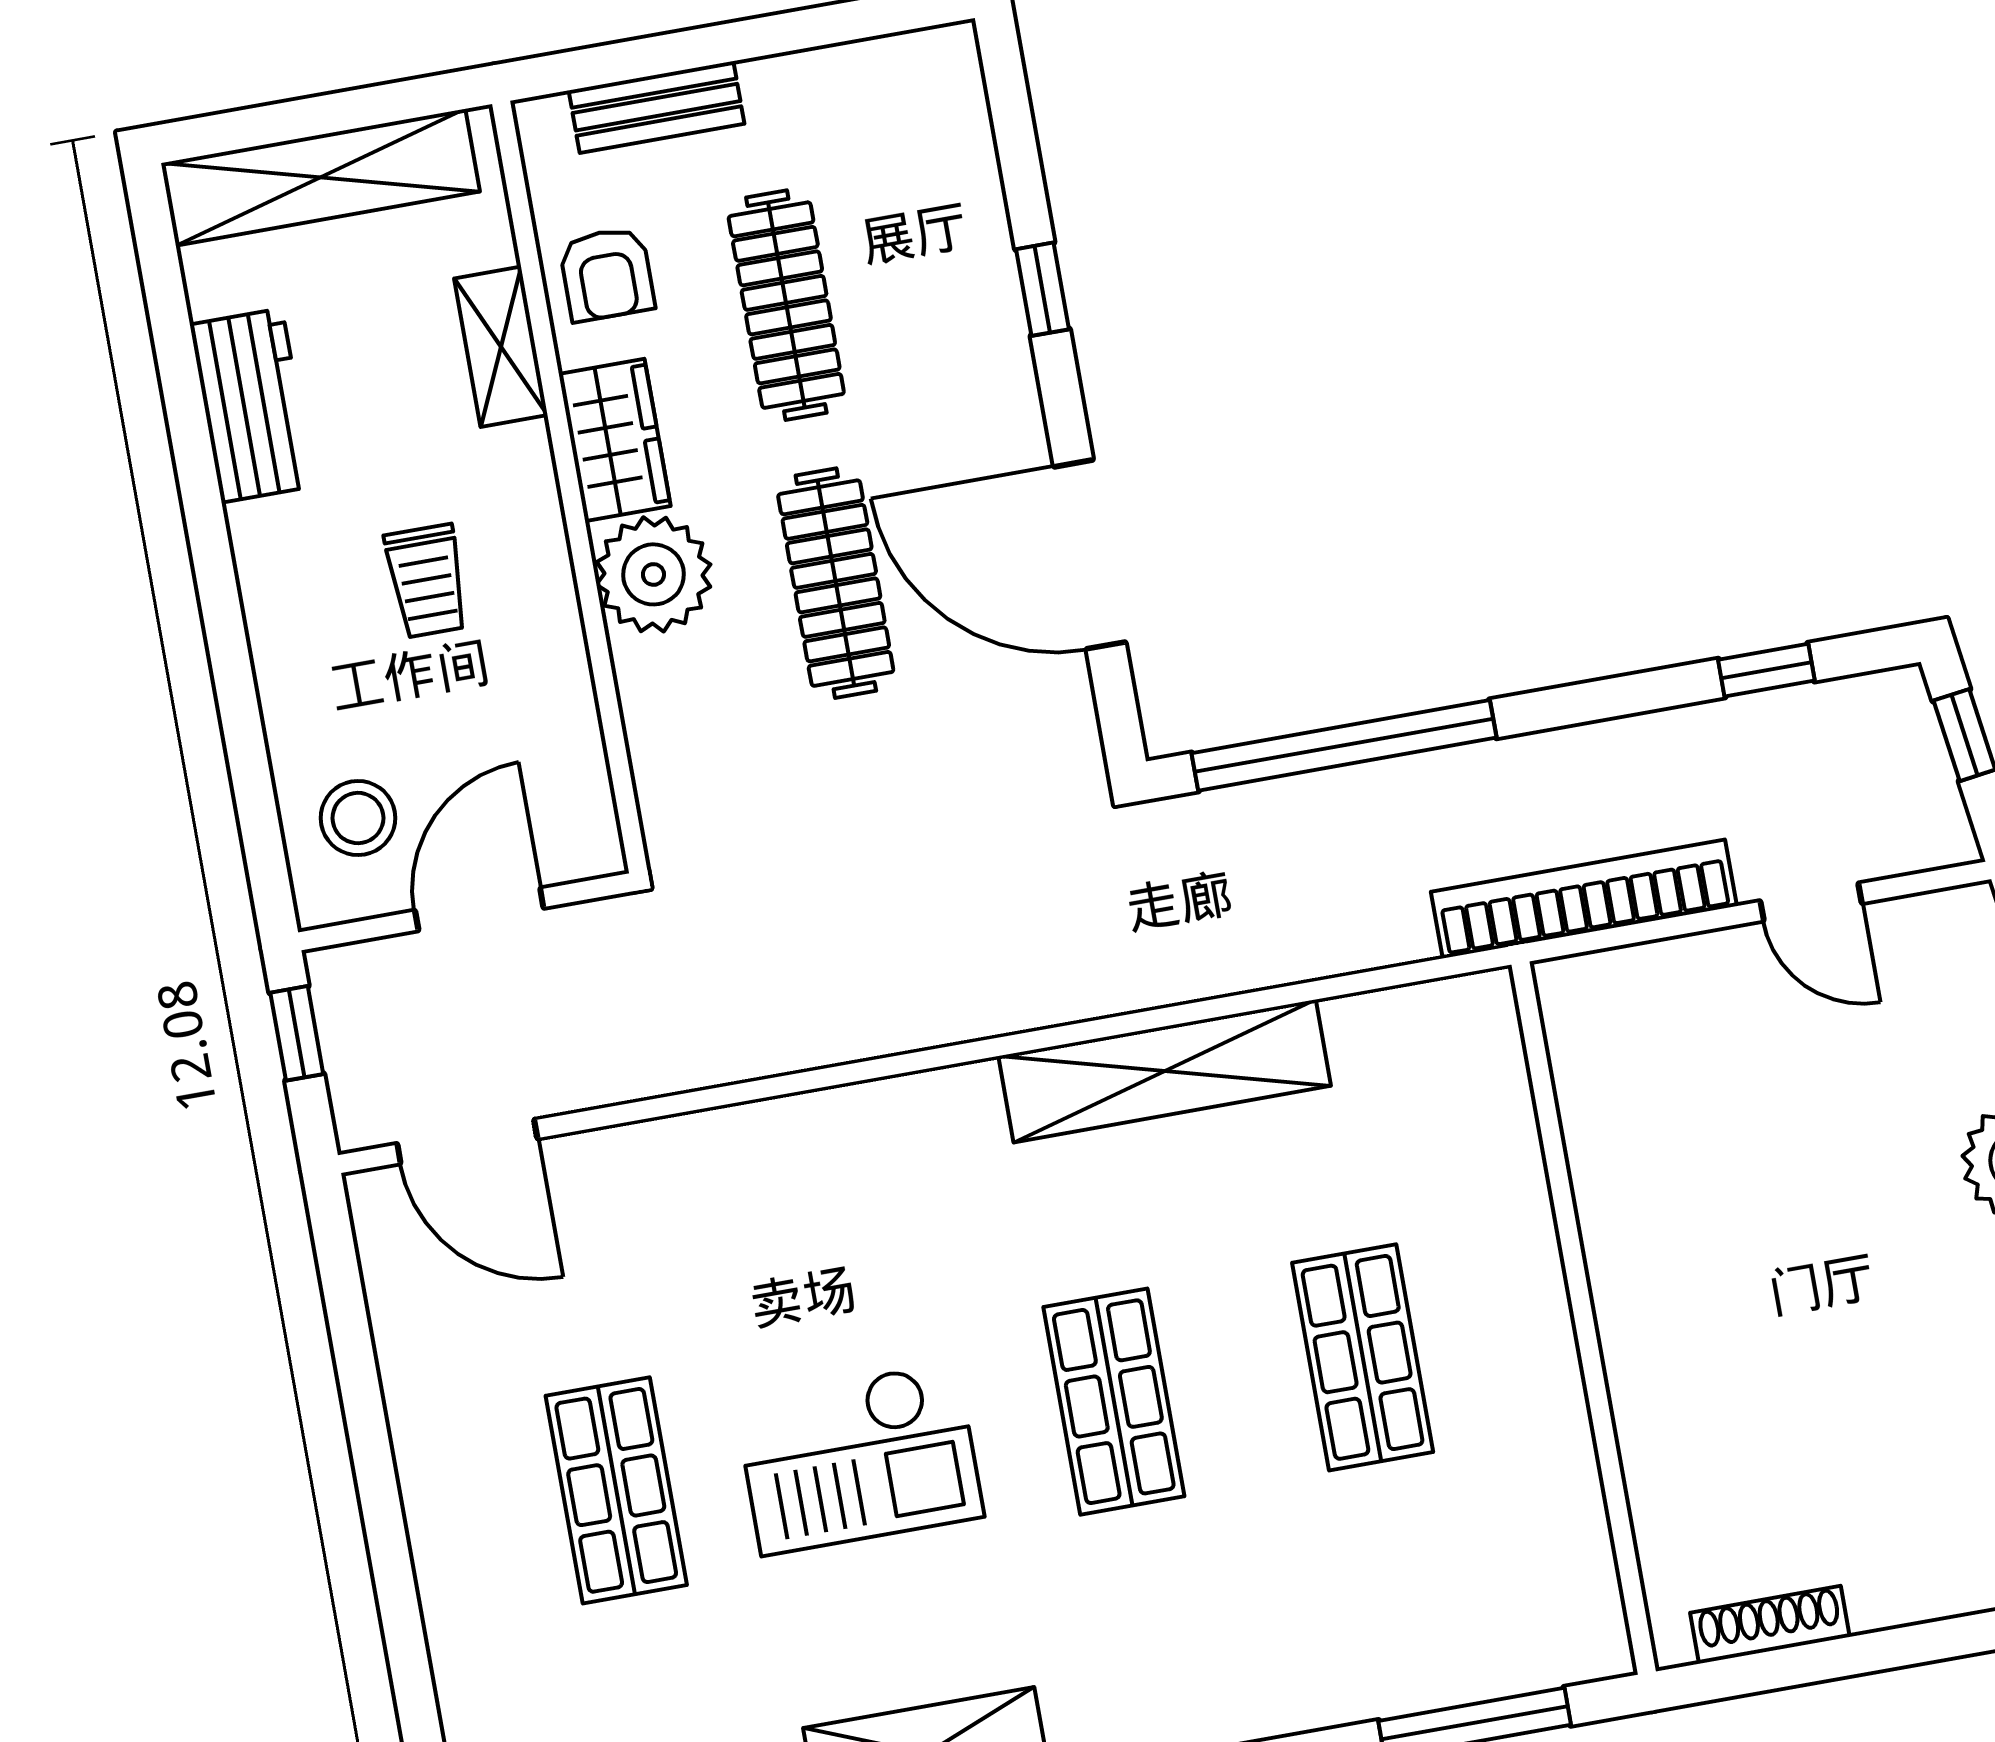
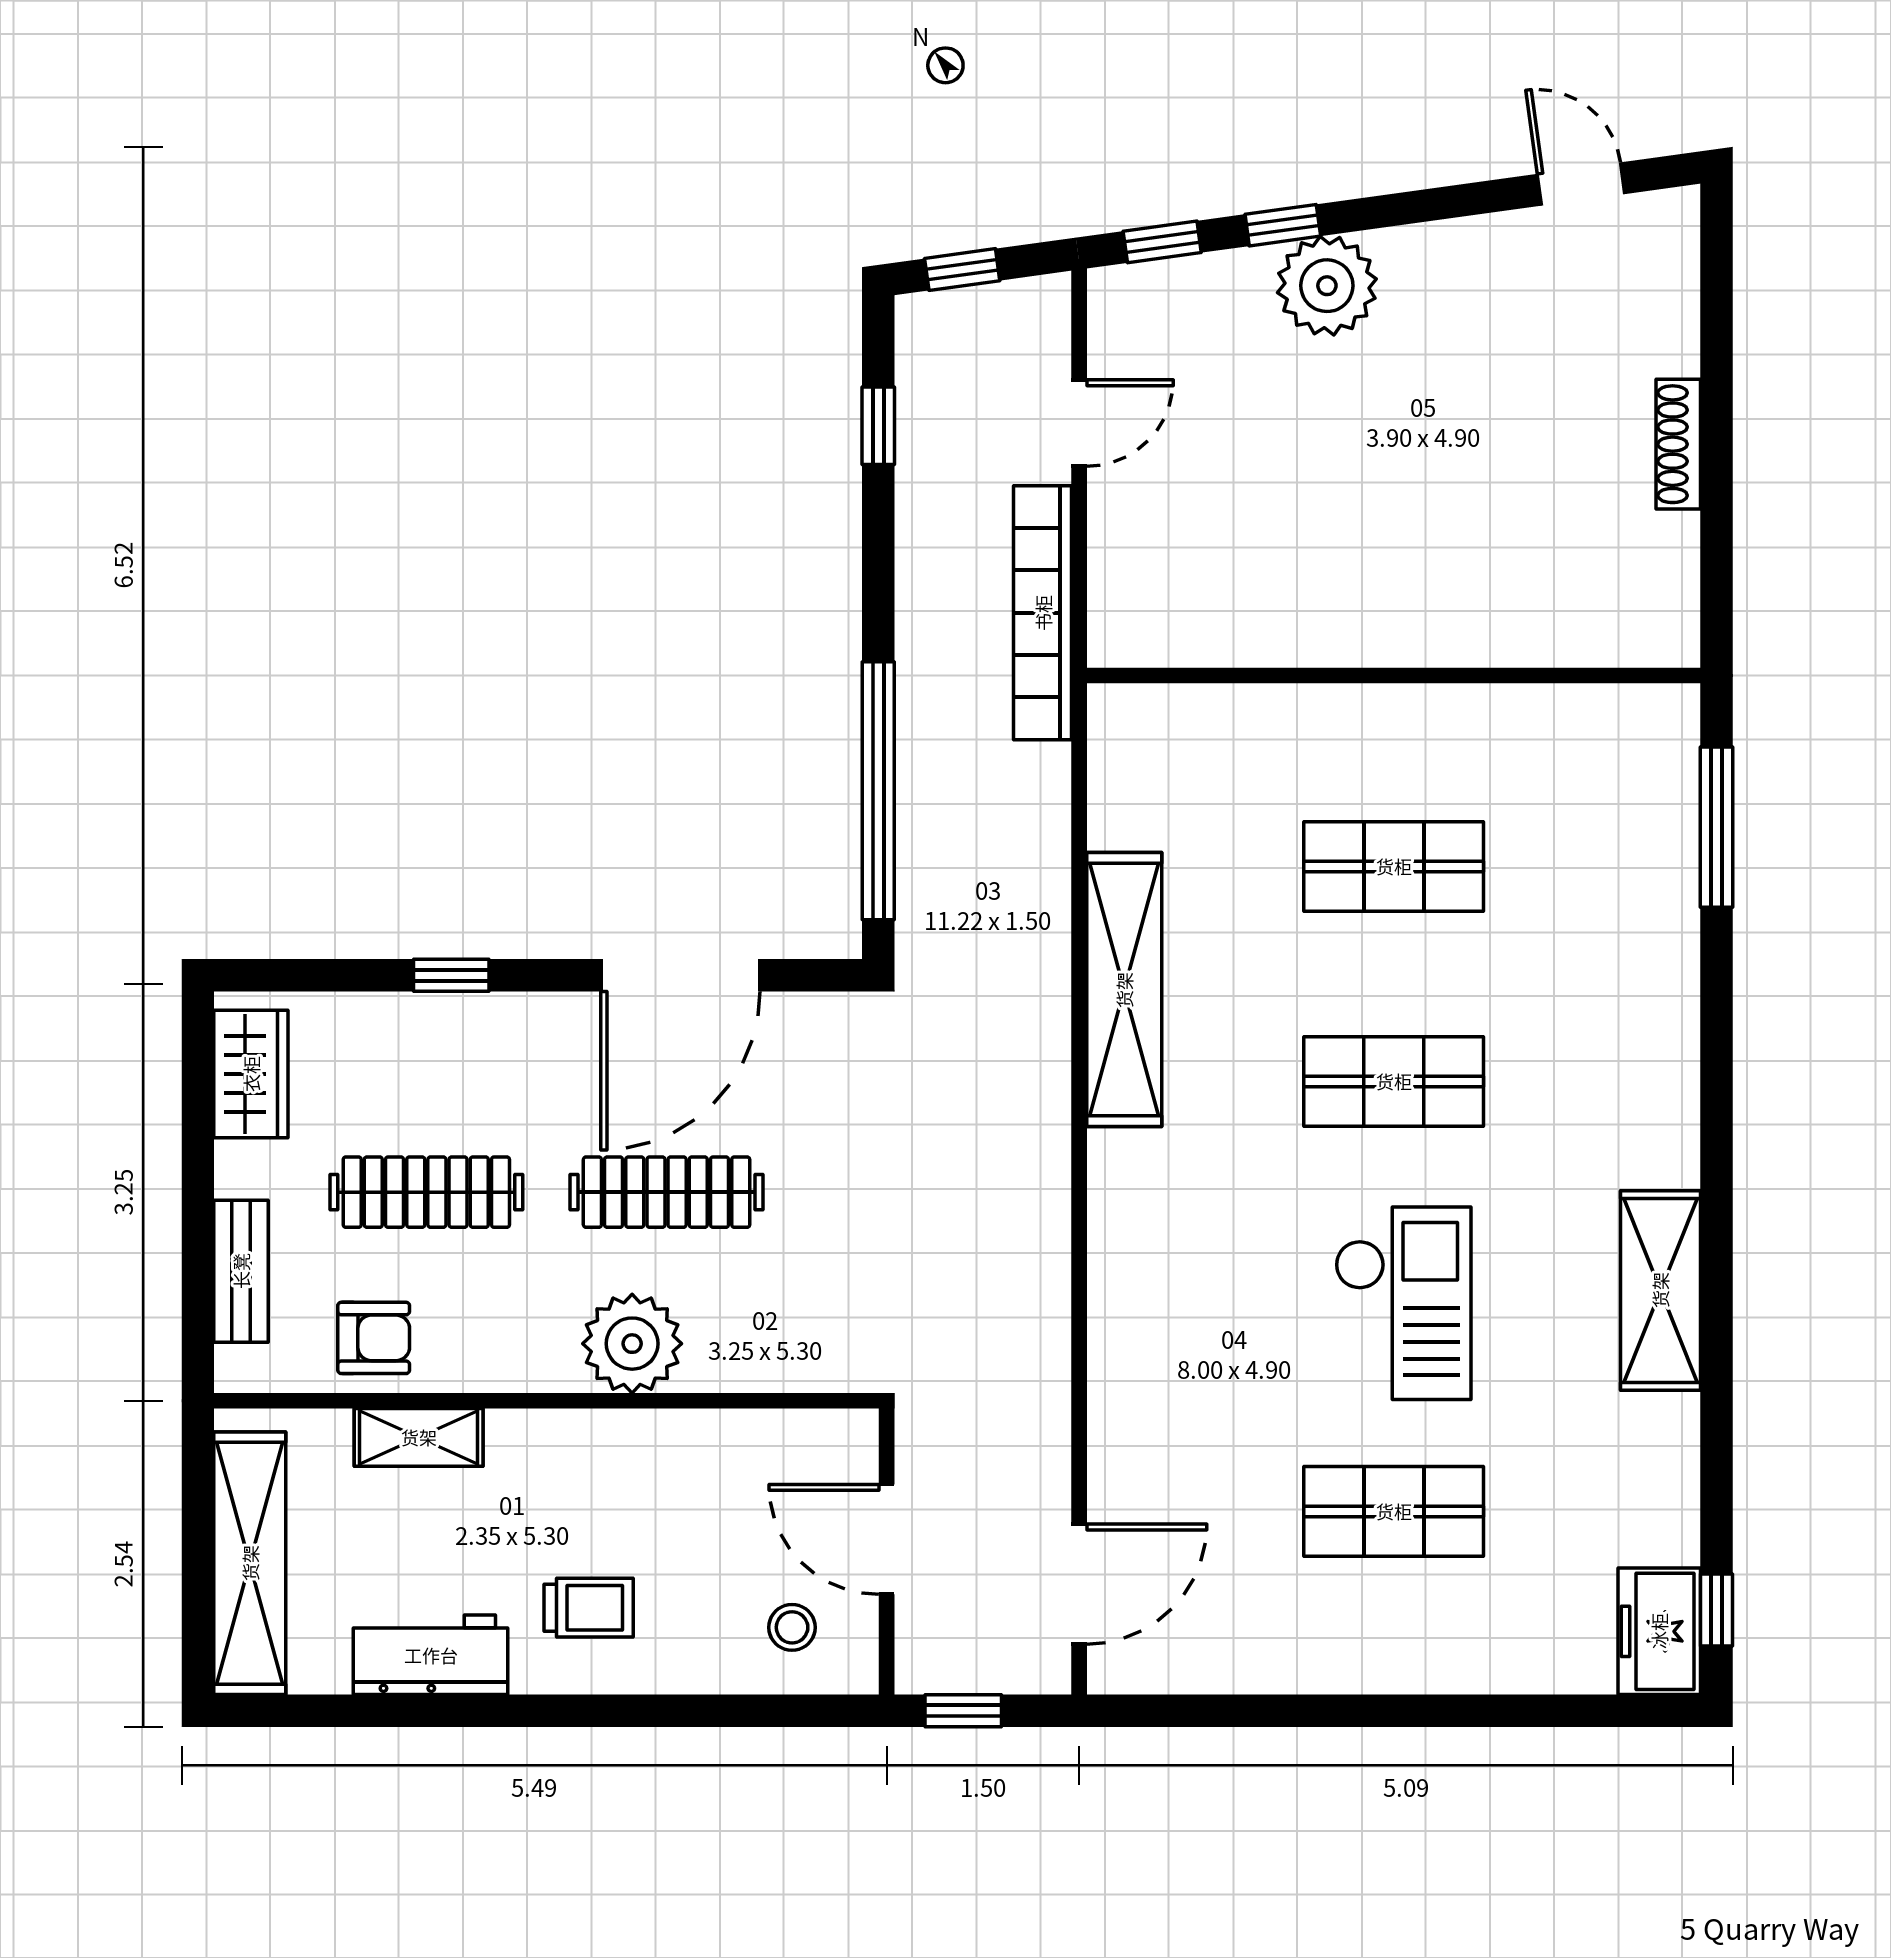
wardrobe: (615, 440) -> (251, 1074), moved, turned 90
trolley: (427, 581) -> (589, 1608), moved
stool: (358, 818) -> (792, 1627), width x0.73, depth x0.73
shoe rack: (1770, 1625) -> (1678, 444), moved

